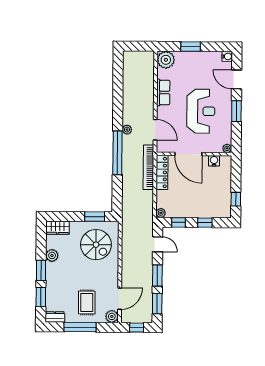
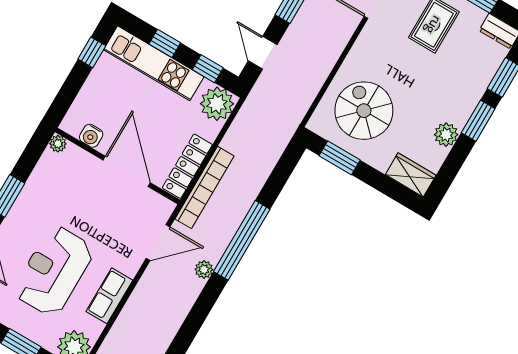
reception desk: (201, 111) -> (54, 271), moved
door: (155, 130) -> (158, 243), swing flipped
kitchen unit: (205, 211) -> (154, 63), added
plant: (161, 213) -> (217, 104), width x1.88, depth x1.88

